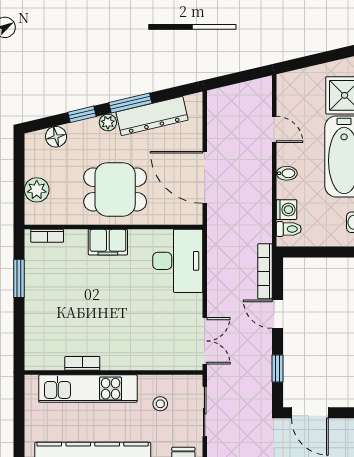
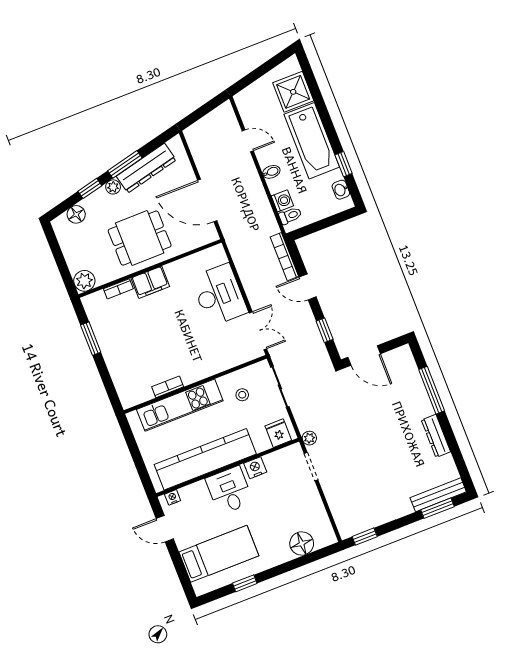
plant: (37, 190) -> (84, 281), moved
bookcase: (47, 236) -> (118, 289), moved
desk: (178, 261) -> (219, 295), moved

